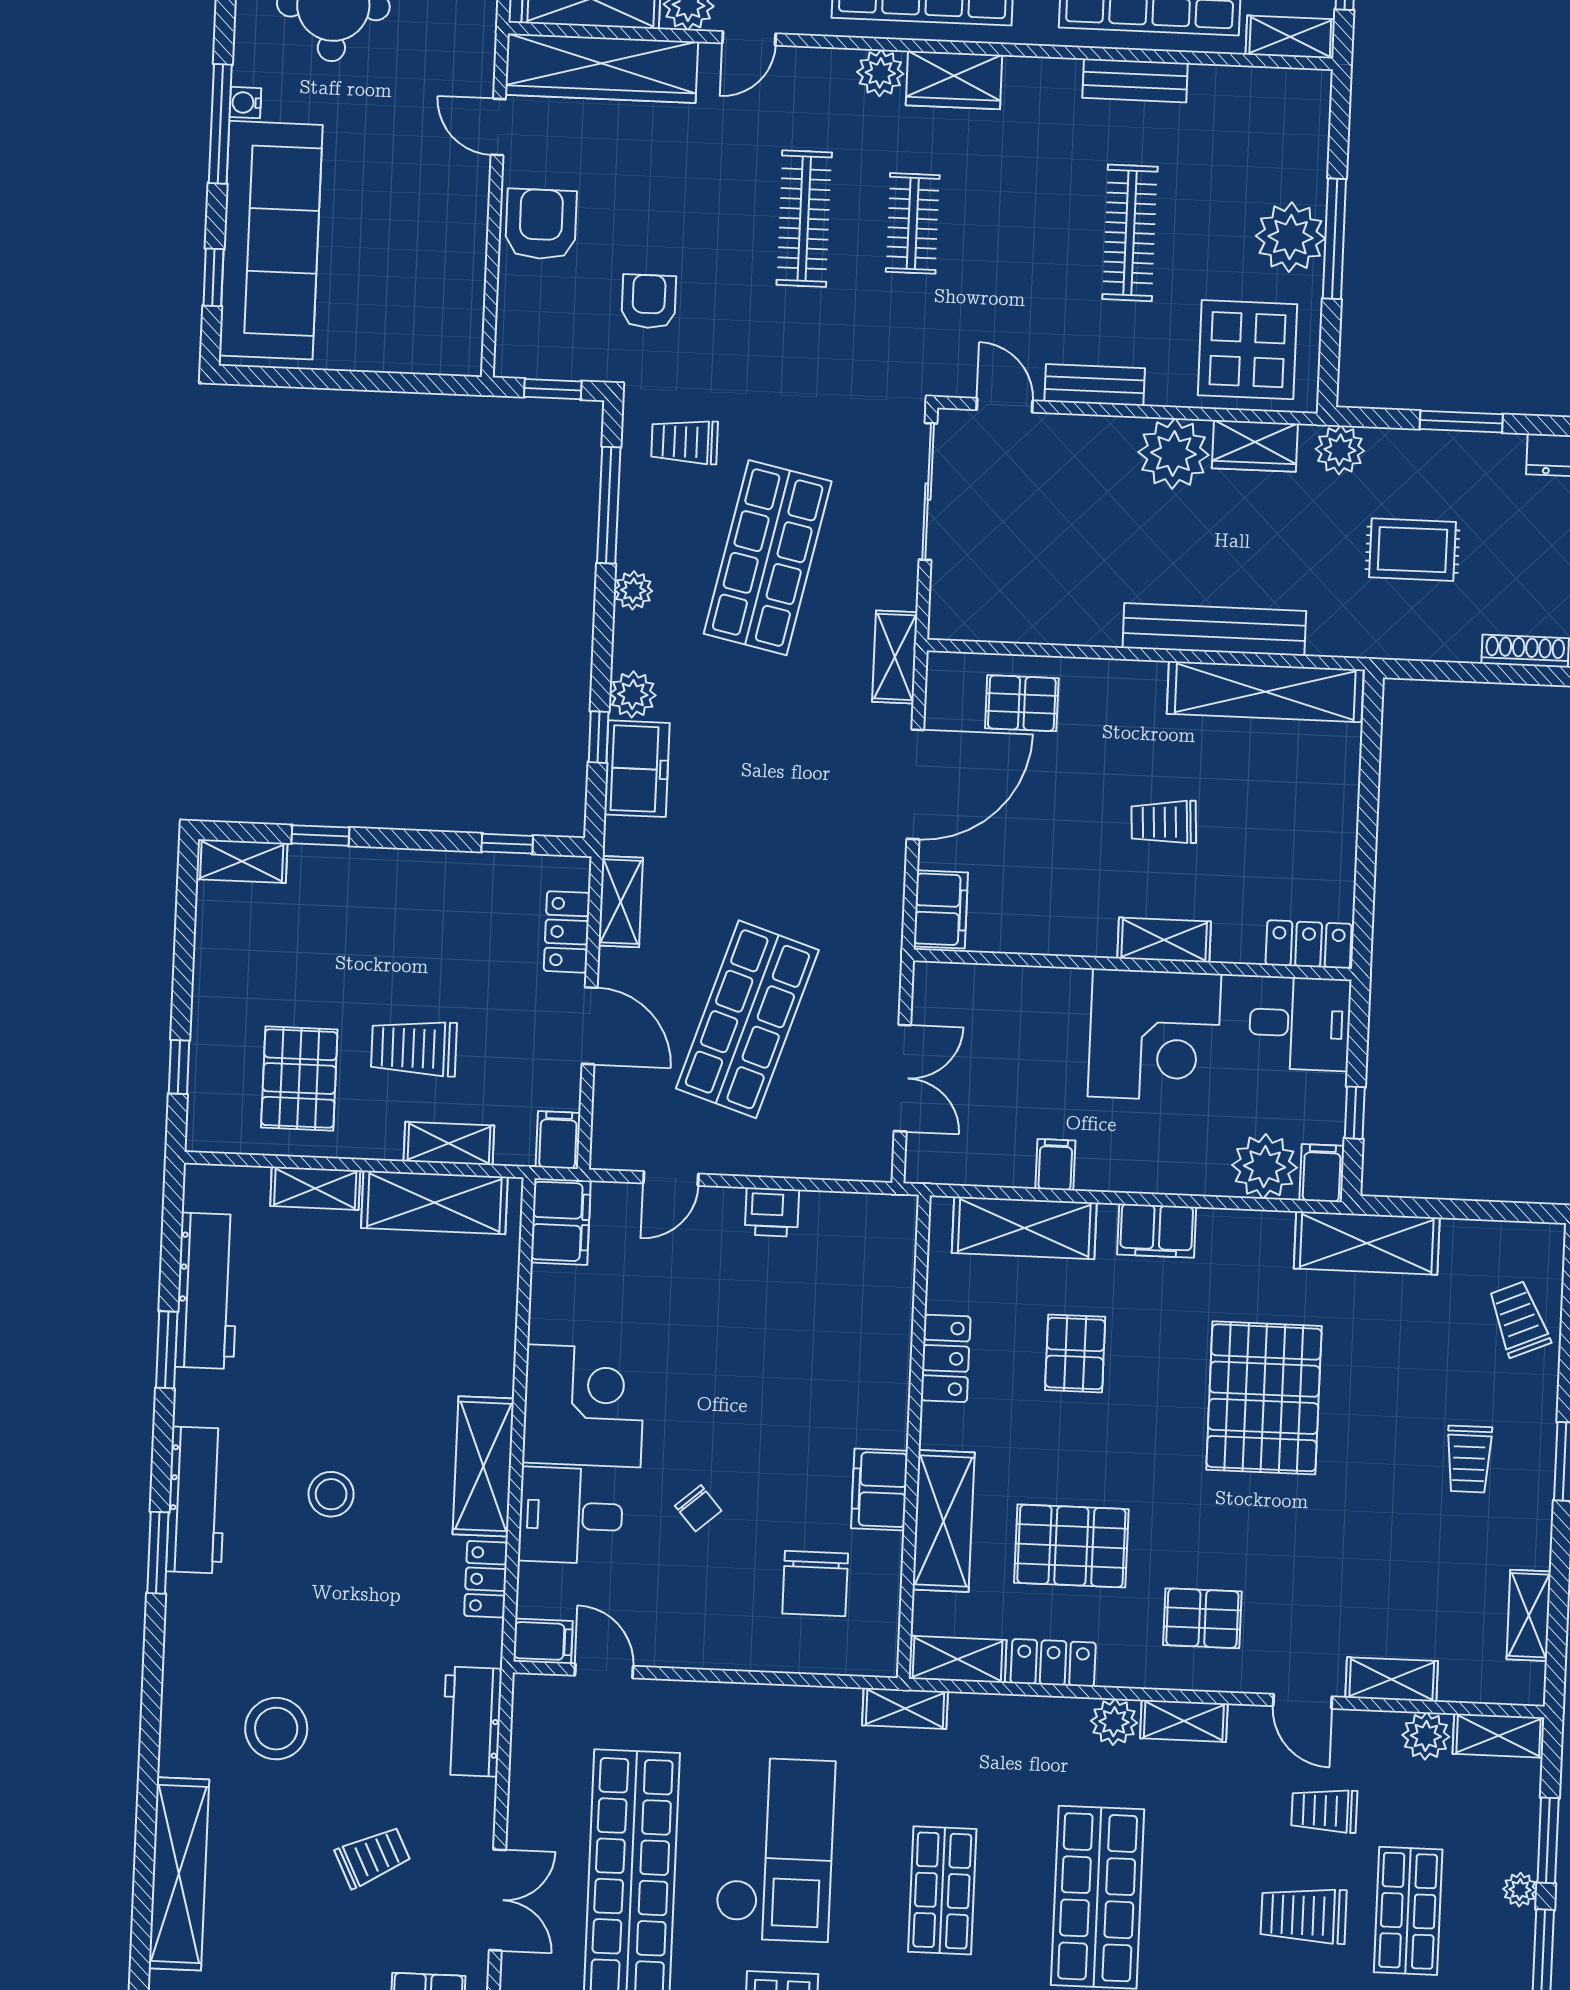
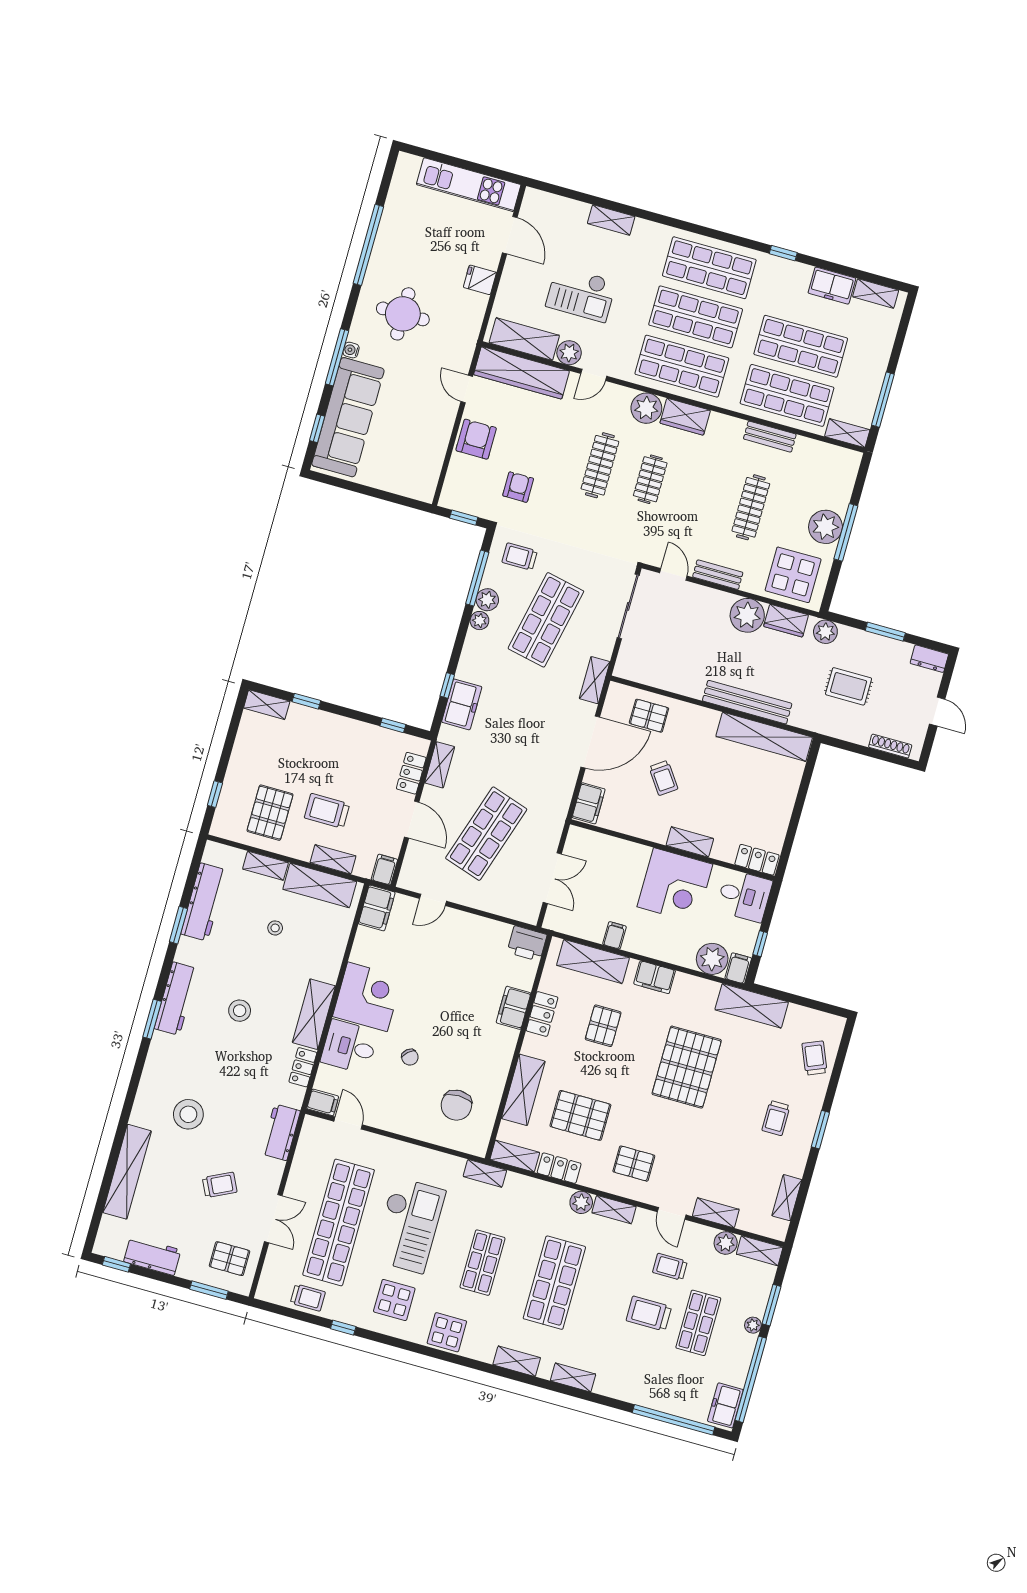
plant: (880, 73) -> (646, 408), width x1.36, depth x1.36
plant: (633, 694) -> (487, 600), moved
trolley: (1164, 822) -> (663, 778), moved, turned -122
printer: (772, 1212) -> (527, 944), moved, width x1.36, depth x1.24
stool: (364, 1310) -> (275, 928), added
filing cabinet: (879, 1489) -> (514, 1008), moved

